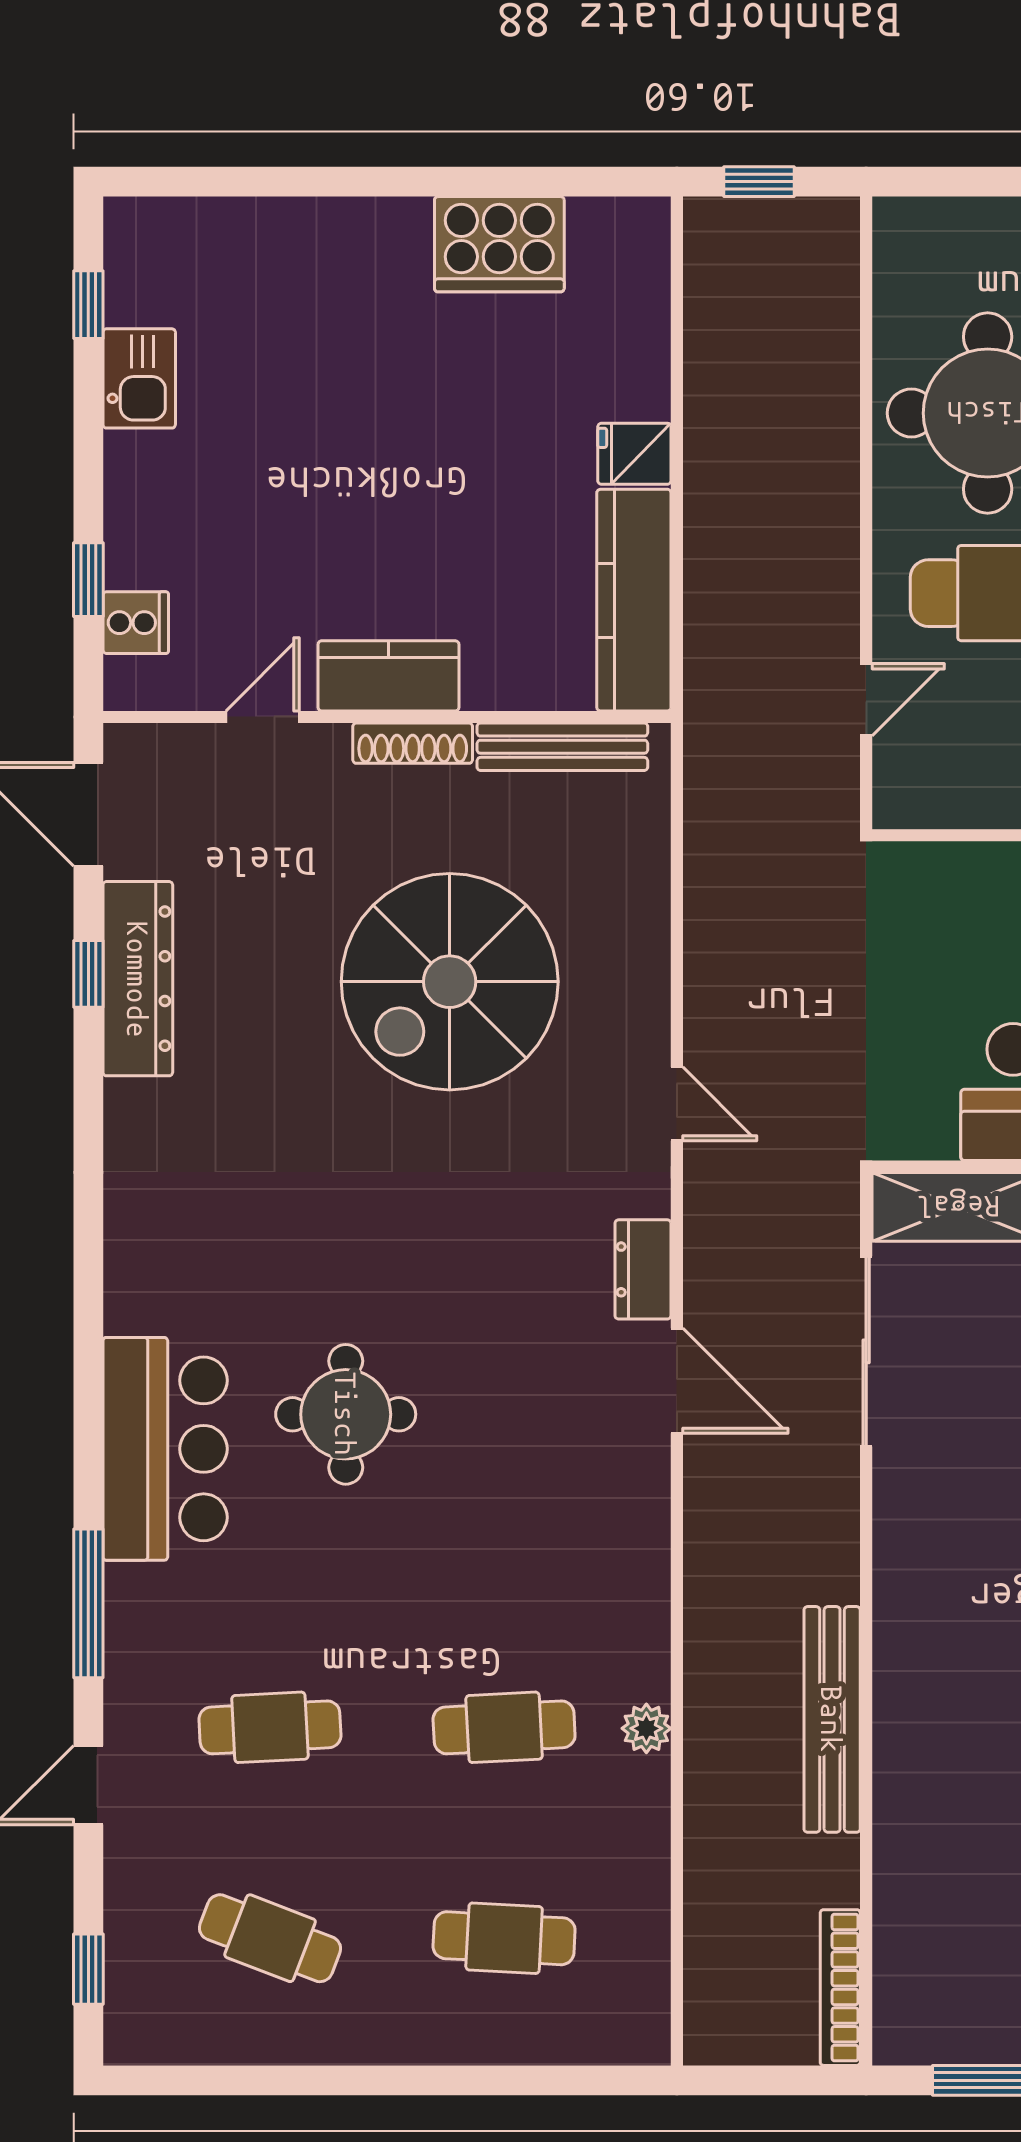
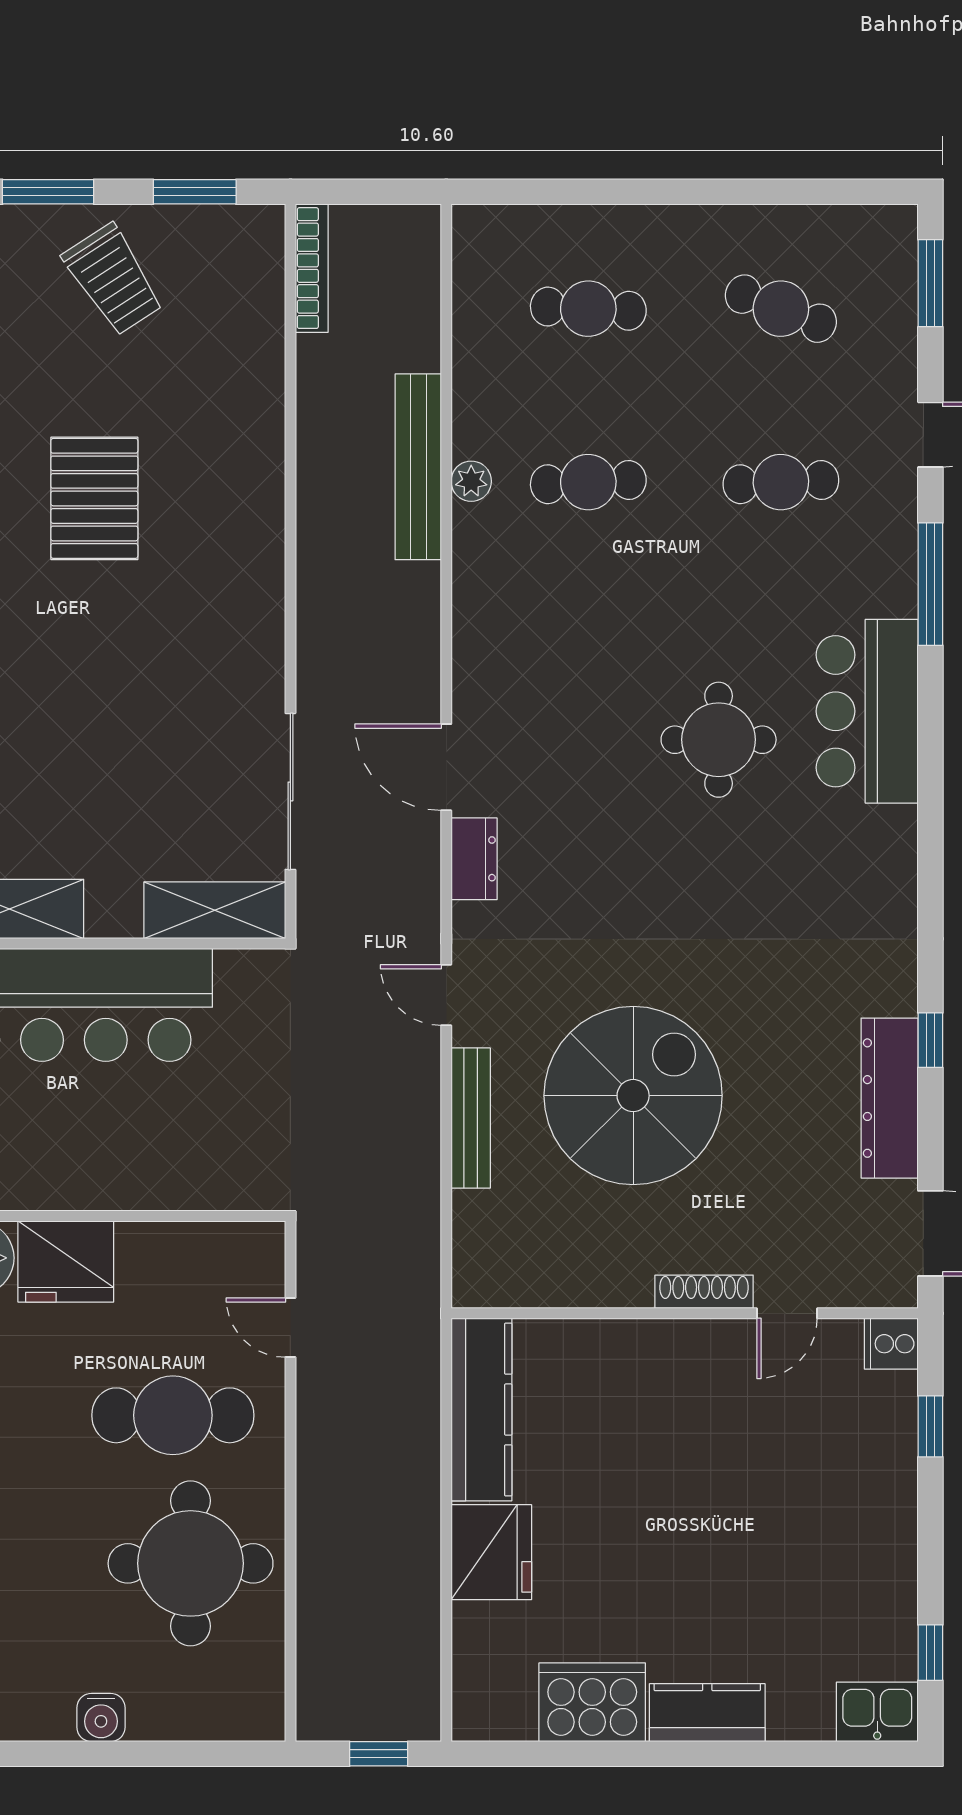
kitchen sink: (139, 378) -> (877, 1712), moved, turned 90
fridge: (634, 454) -> (491, 1552), width x1.88, depth x1.34
cooker: (136, 623) -> (891, 1344), moved
kitchen counter: (388, 676) -> (707, 1713), moved, turned 180
door: (866, 700) -> (290, 1328), hinge flipped
shoe rack: (413, 743) -> (704, 1292), moved
bench: (562, 747) -> (471, 1118), moved, turned 90
window: (88, 974) -> (930, 1040), moved
bench: (832, 1719) -> (418, 467), moved
window: (88, 1969) -> (930, 283), width x1.50

